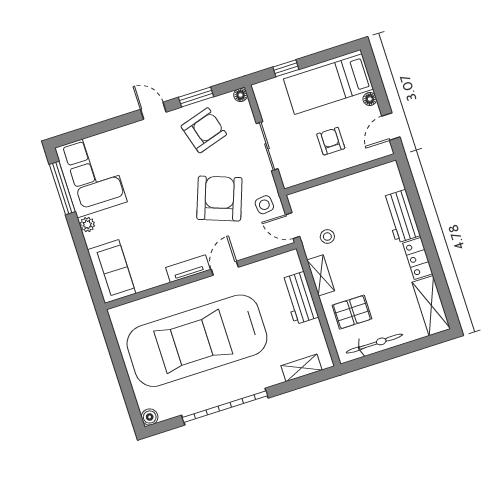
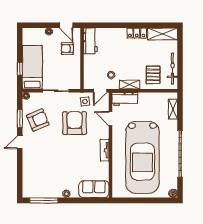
bed: (328, 84) -> (32, 67), moved, turned 180
armchair: (204, 130) -> (38, 120), turned 84
armchair: (331, 141) -> (67, 48), moved
corner sofa: (91, 175) -> (42, 184), removed
armchair: (219, 198) -> (75, 123), turned 70
workbench: (401, 216) -> (90, 41), moved, turned -90
door: (225, 268) -> (110, 119), moved
workbench: (300, 298) -> (125, 99), moved

